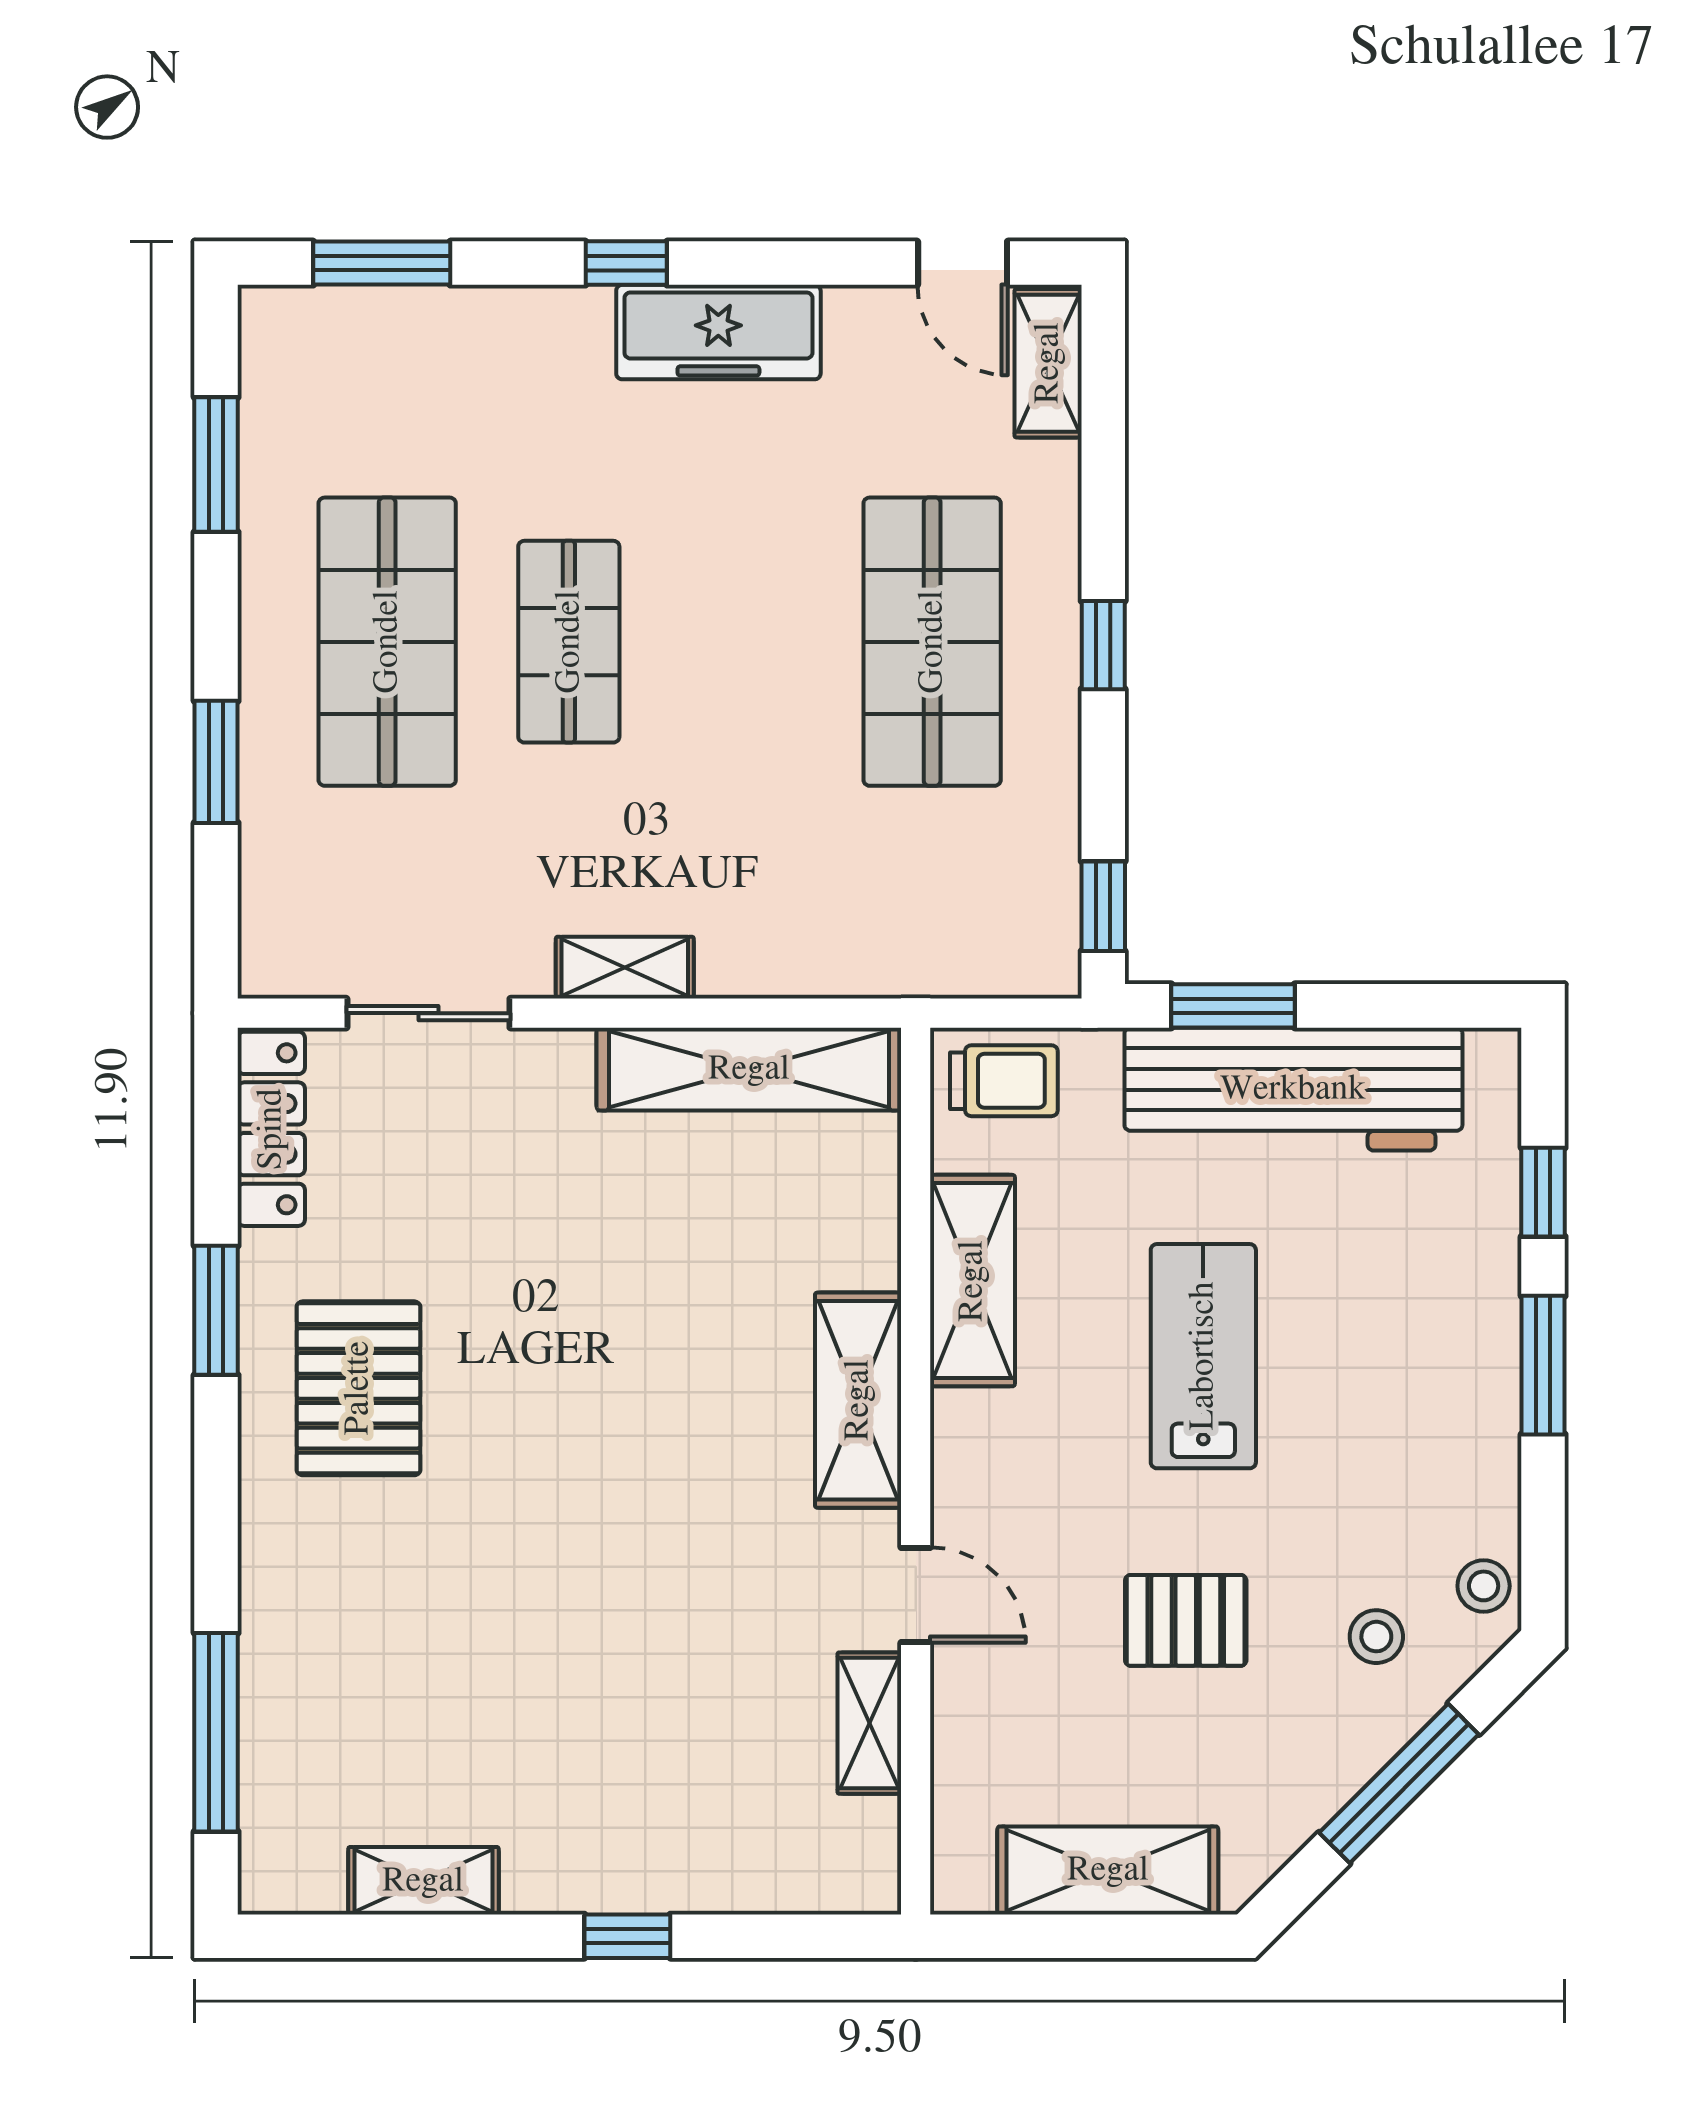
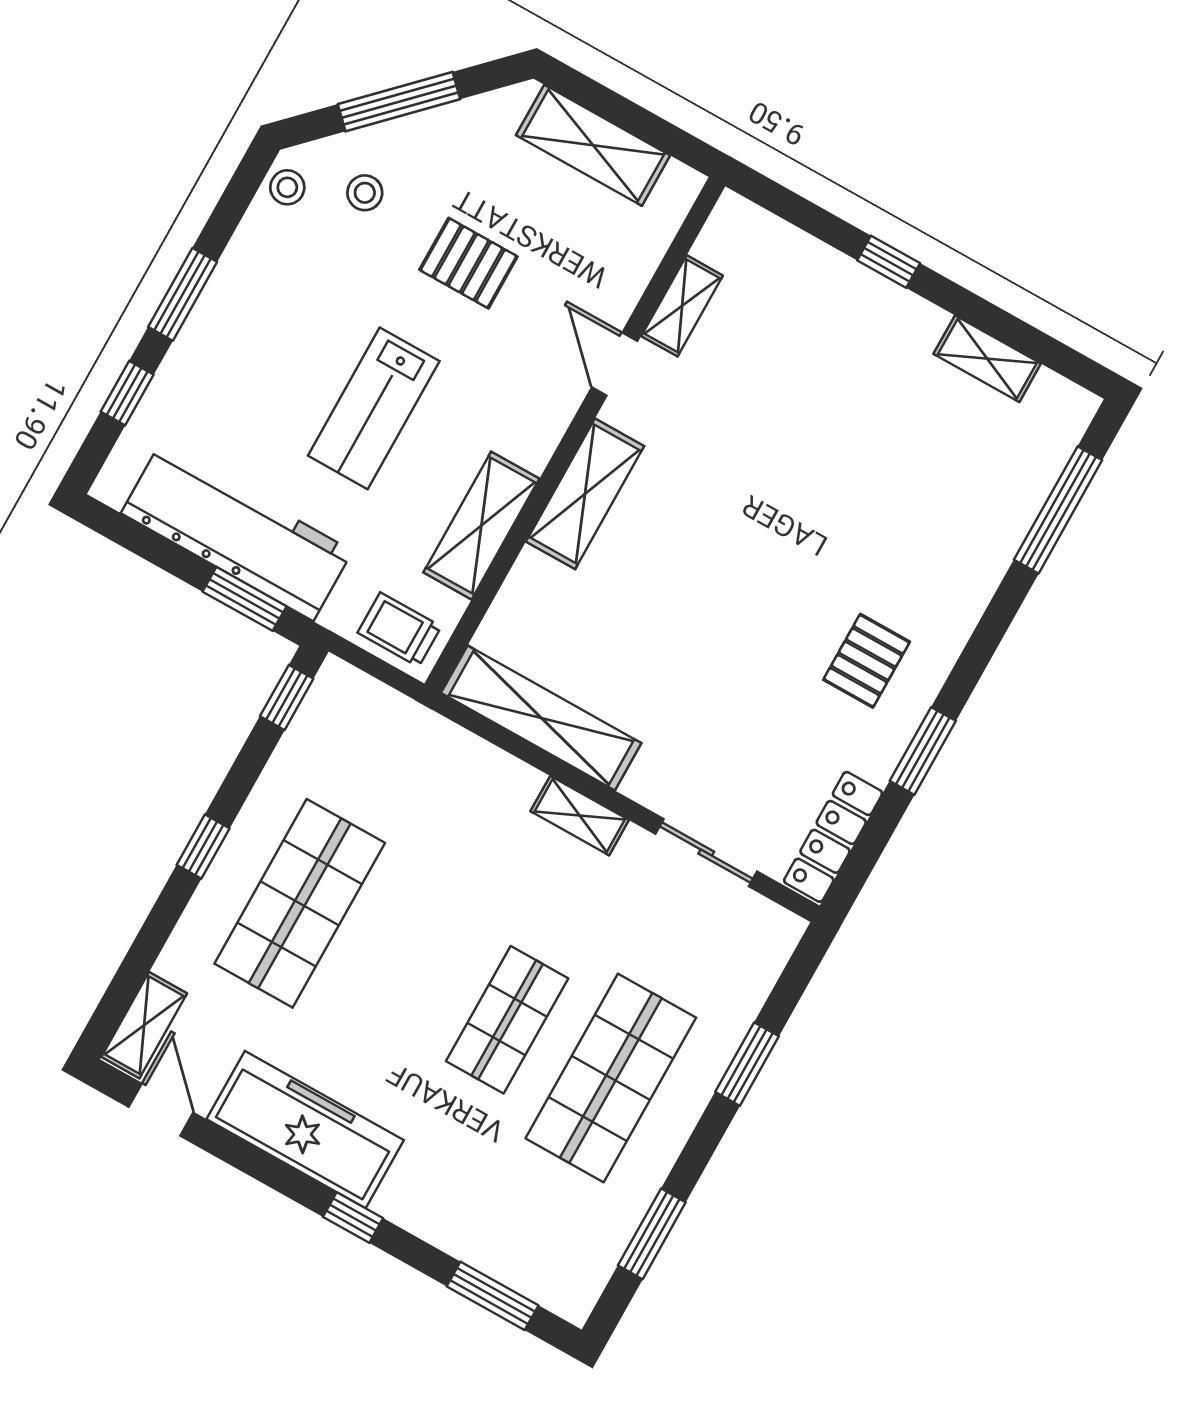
freezer: (718, 332) -> (305, 1130), width x1.36, depth x1.26
pallet: (358, 1388) -> (867, 661), width x0.67, depth x0.71

